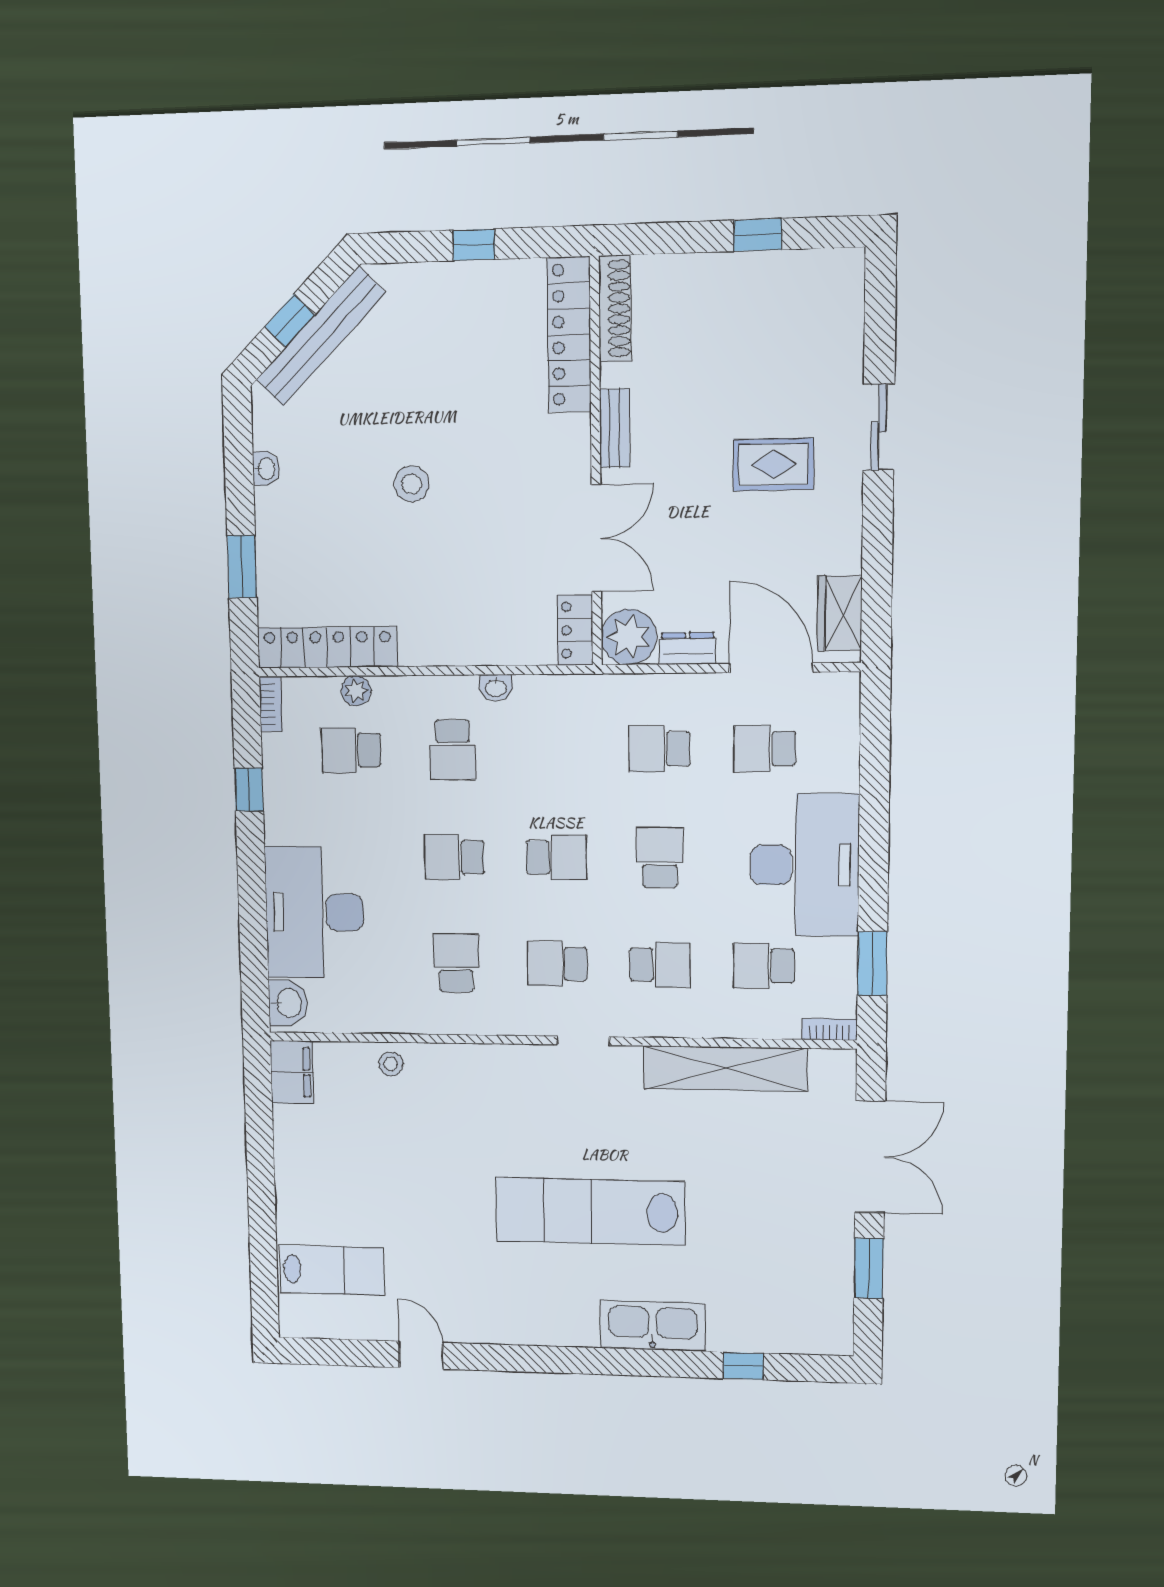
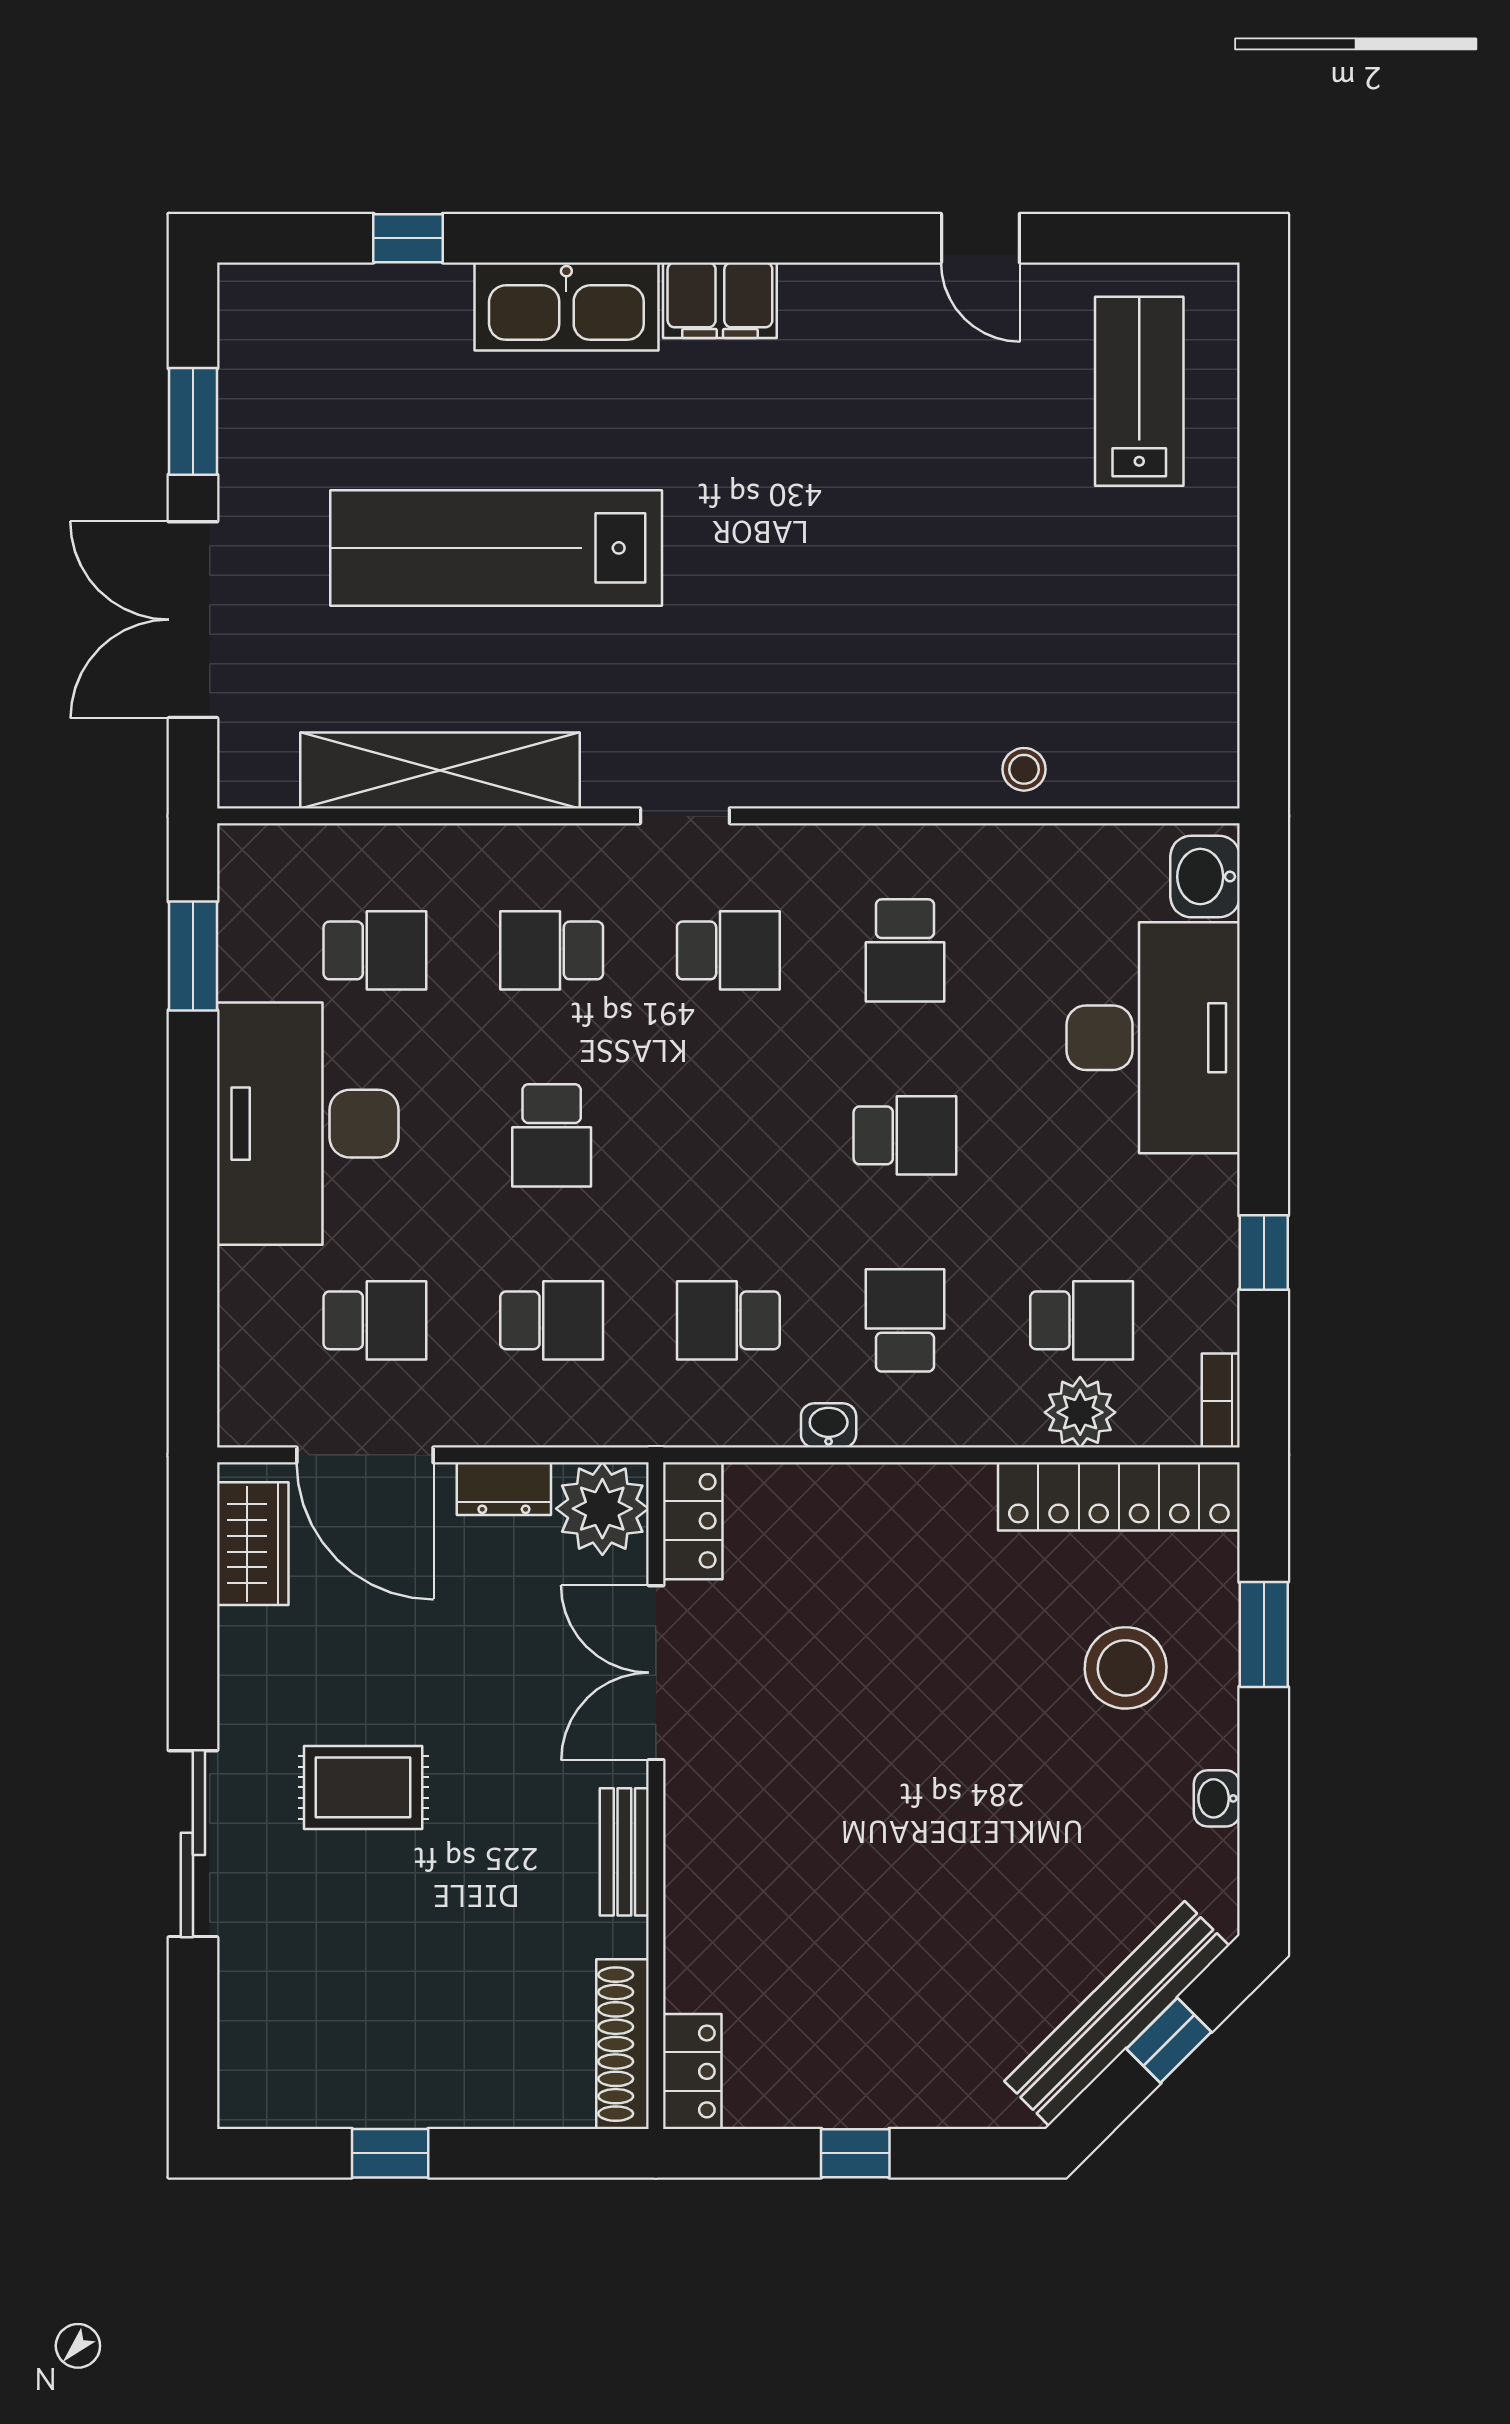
locker: (569, 335) -> (692, 2071), width x0.46, depth x0.83
sliding door: (879, 427) -> (193, 1844), width x1.37
stool: (412, 484) -> (1126, 1668), moved, width x1.38, depth x1.38
plant: (356, 691) -> (1080, 1412), width x1.38, depth x1.38
school desk: (556, 857) -> (728, 1320), moved
bookcase: (830, 1029) -> (263, 842), removed
filing cabinet: (292, 1072) -> (720, 300), moved, turned -90
lab bench: (590, 1211) -> (496, 548), moved, turned 180
lab bench: (332, 1270) -> (1139, 391), turned 90

